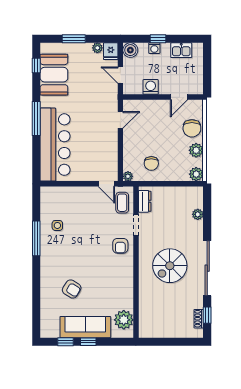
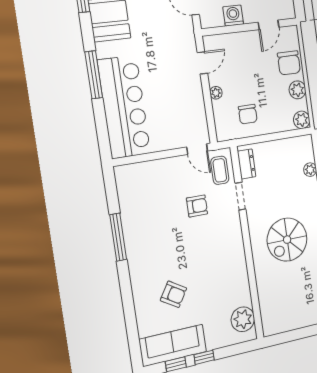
plant: (128, 176) -> (216, 93), moved
side table: (57, 225) -> (143, 215), removed
armchair: (120, 246) -> (197, 206), moved, turned -90
sofa: (85, 327) -> (173, 345), moved

